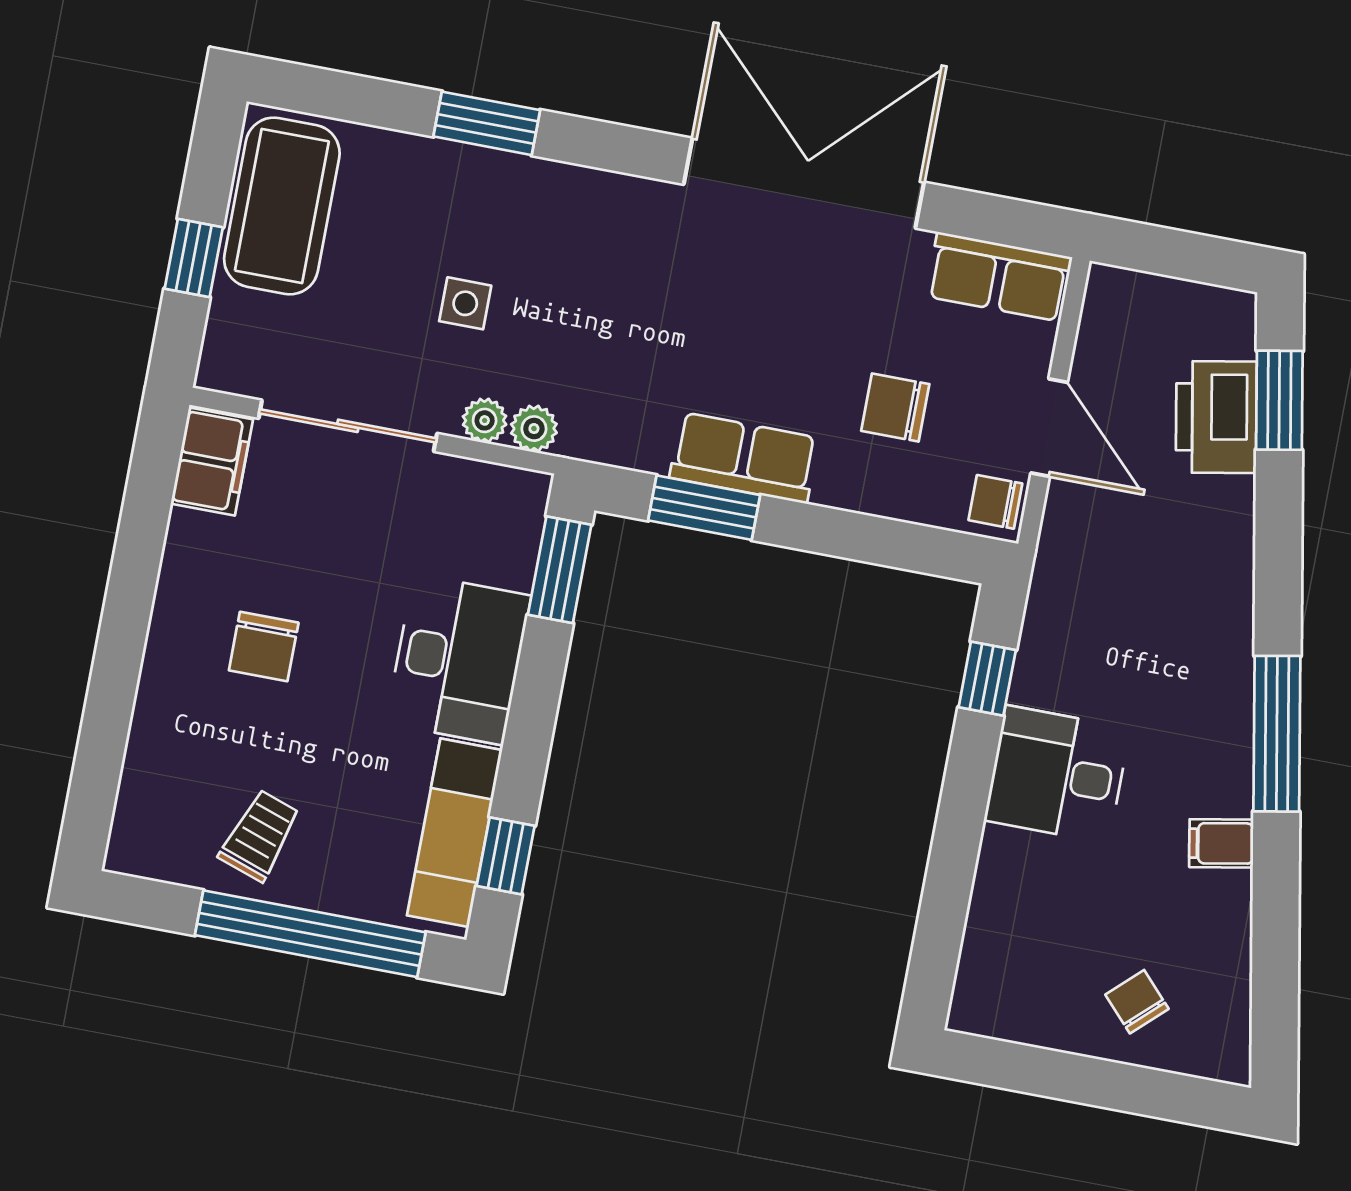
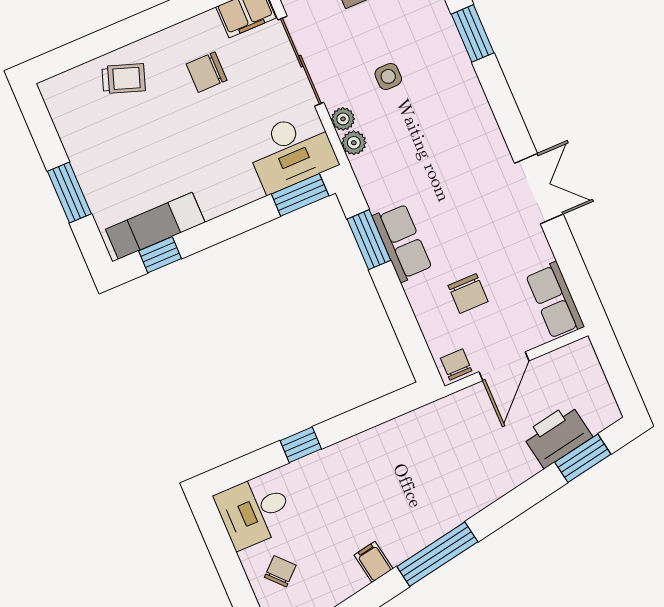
double door: (804, 183) -> (539, 189), width x0.54
chair: (895, 407) -> (468, 294), turned 180
chair: (264, 647) -> (207, 72), moved
desk: (458, 659) -> (291, 152), moved
window: (987, 679) -> (301, 445), moved
desk: (1057, 774) -> (254, 511), moved, turned -90
trolley: (260, 836) -> (124, 79), moved
window: (310, 934) -> (69, 192), width x0.47

